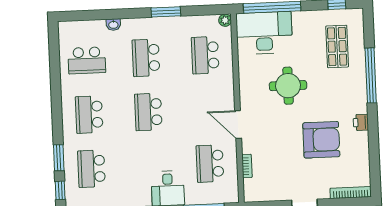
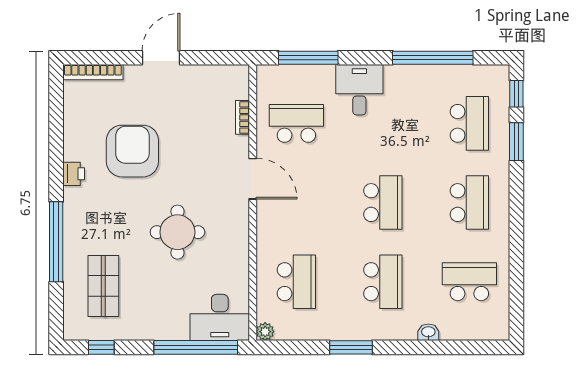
desk: (264, 33) -> (220, 317), width x0.73, depth x0.77
armchair: (321, 140) -> (132, 151), turned 90
school desk: (210, 164) -> (296, 123), turned -90

